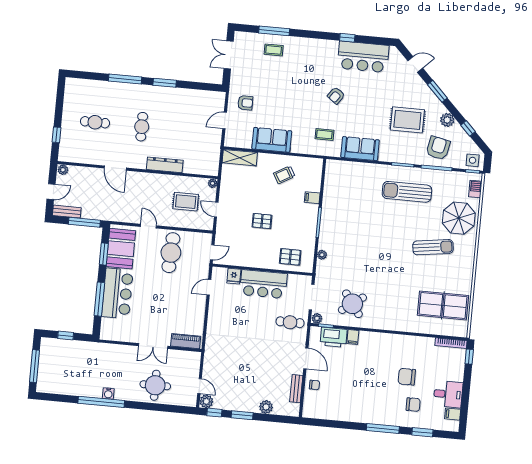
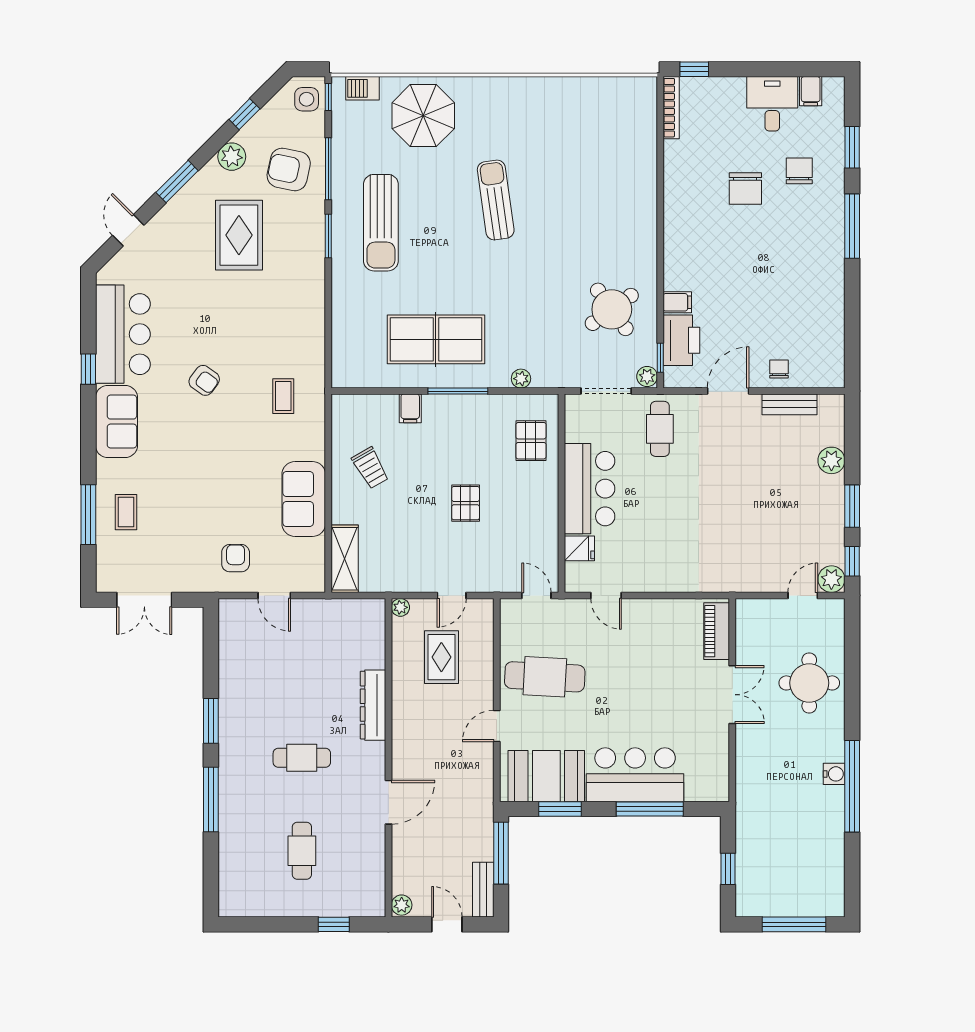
sofa: (360, 149) -> (116, 422), moved, turned 180
sun lounger: (433, 247) -> (496, 200), moved
table tennis table: (443, 305) -> (436, 339), moved, turned 90

